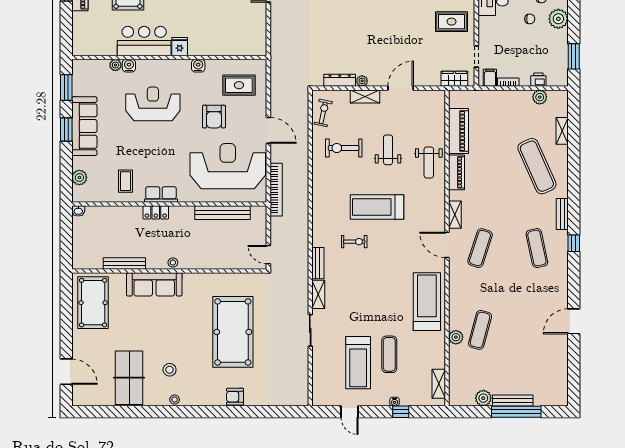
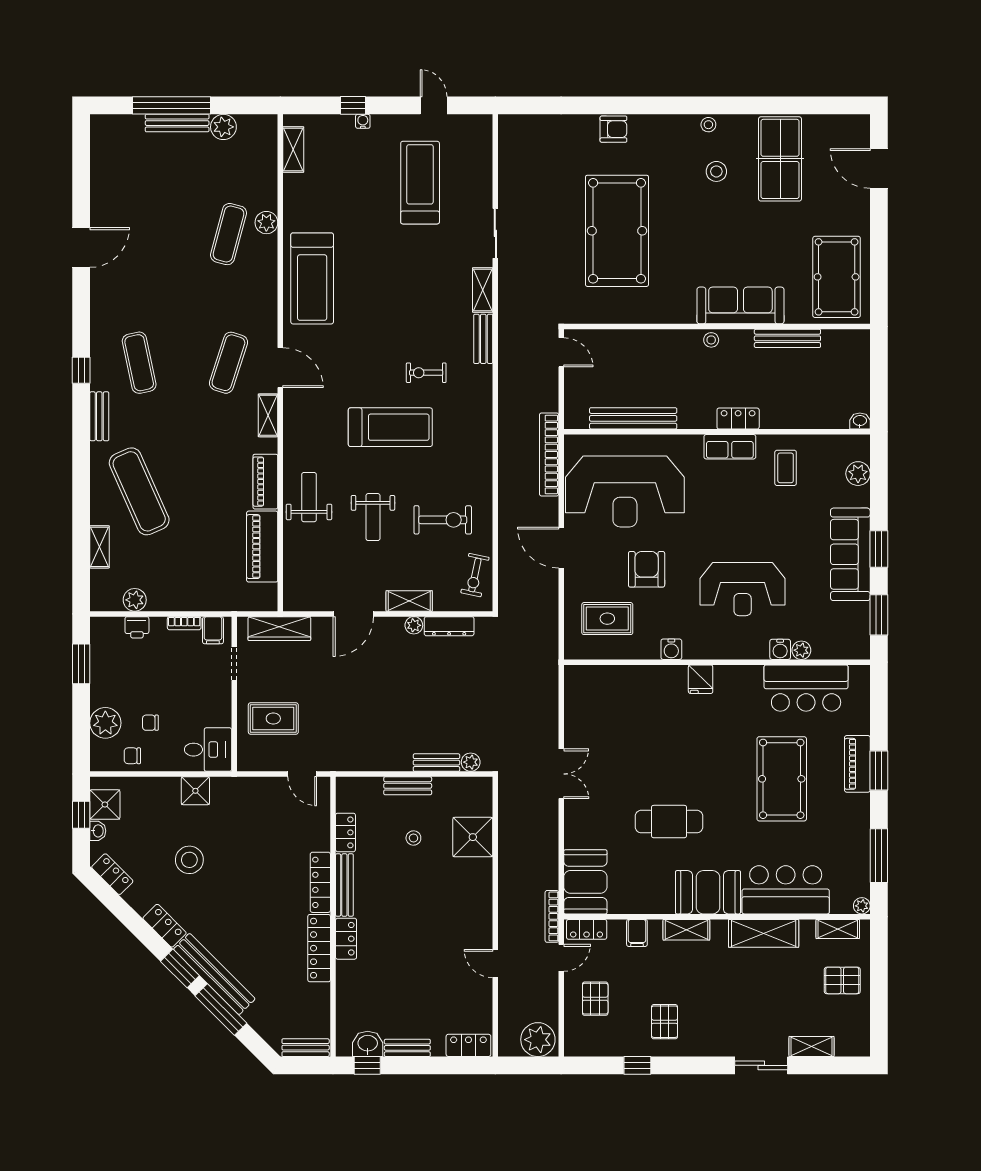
bar counter: (144, 41) -> (806, 688), moved
wardrobe: (454, 79) -> (279, 629), width x1.50
exercise mat: (389, 354) -> (371, 196), removed

